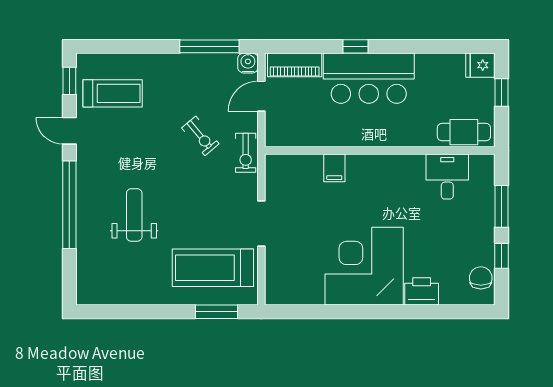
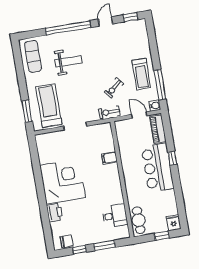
treadmill: (113, 93) -> (141, 74), moved
exercise mat: (113, 282) -> (33, 56), added

